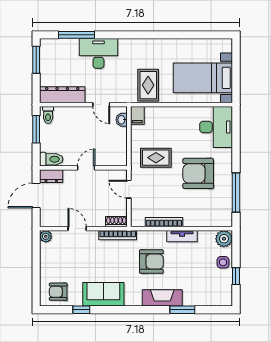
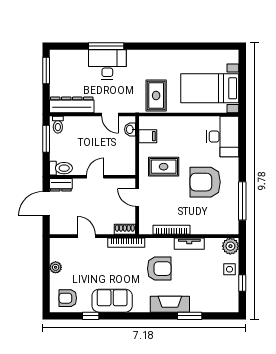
window: (77, 35) -> (106, 46), moved
filing cabinet: (137, 115) -> (148, 136), moved, turned -90
plant: (46, 236) -> (56, 267), moved

